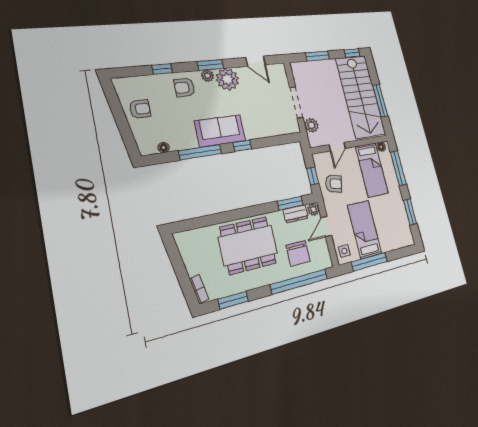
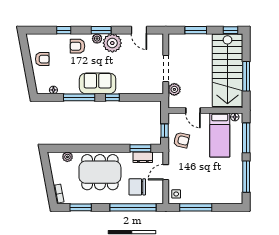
door: (337, 147) -> (193, 110), hinge flipped
plant: (313, 209) -> (67, 157), moved
window: (410, 212) -> (246, 177), width x1.44
bed: (365, 229) -> (199, 182), removed
chair: (298, 253) -> (137, 187), turned 90

